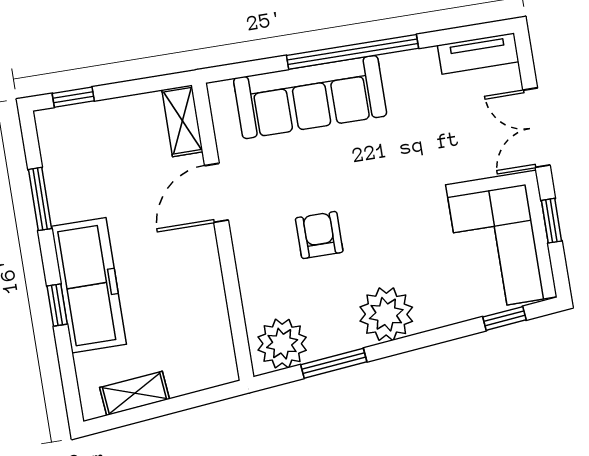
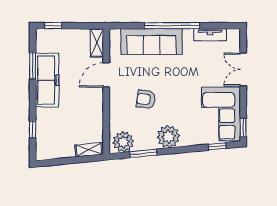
tv unit: (478, 53) -> (210, 35), moved
window: (552, 221) -> (243, 128), moved
armchair: (319, 235) -> (146, 99), turned -83
freezer: (89, 285) -> (47, 80), moved
window: (57, 305) -> (33, 129), moved
shelving: (134, 393) -> (89, 150), moved

